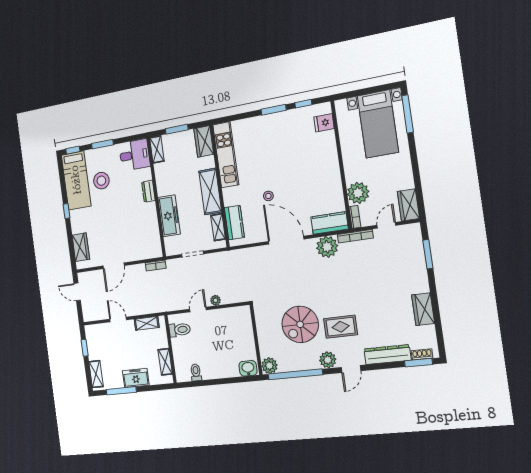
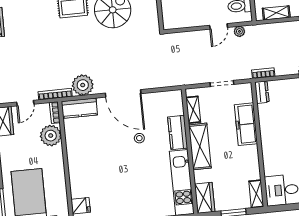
dresser: (148, 191) -> (262, 92), moved
kitchen counter: (234, 223) -> (178, 132), moved
plant: (215, 300) -> (239, 31), moved

